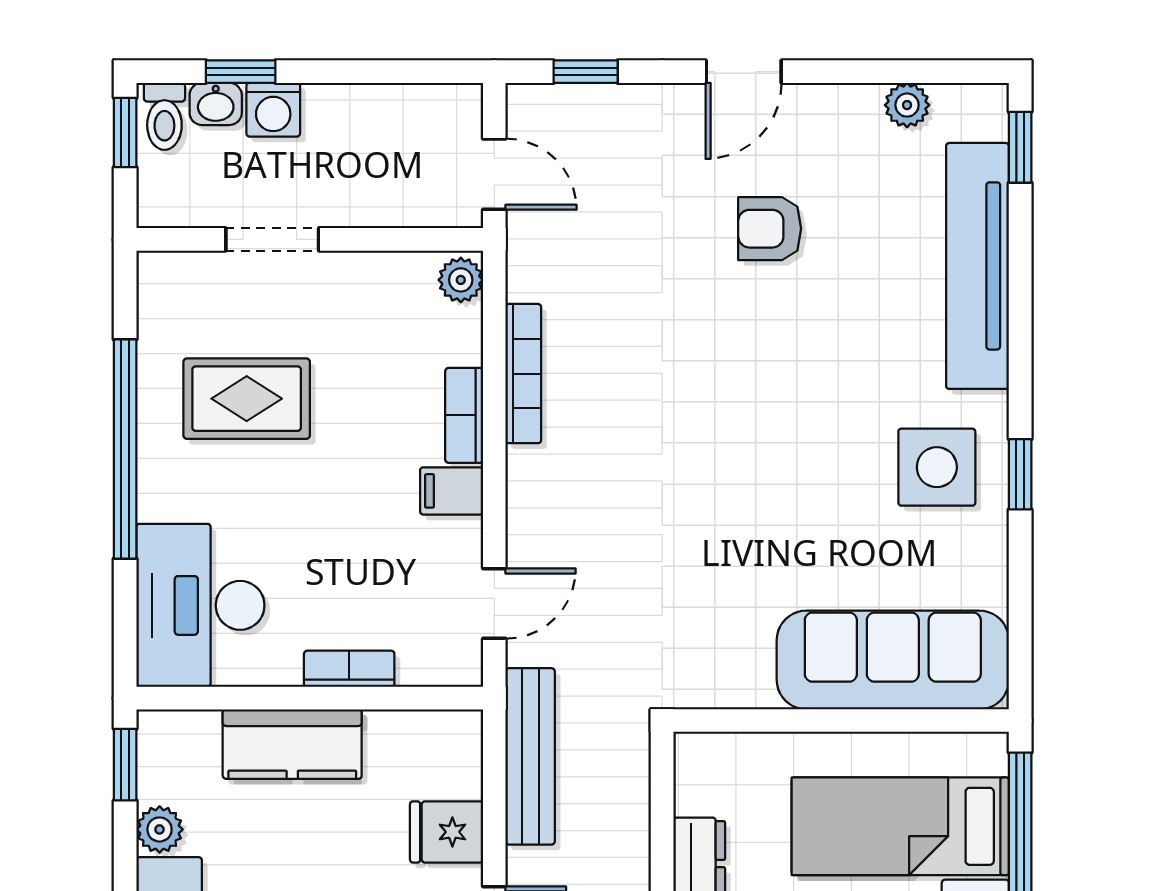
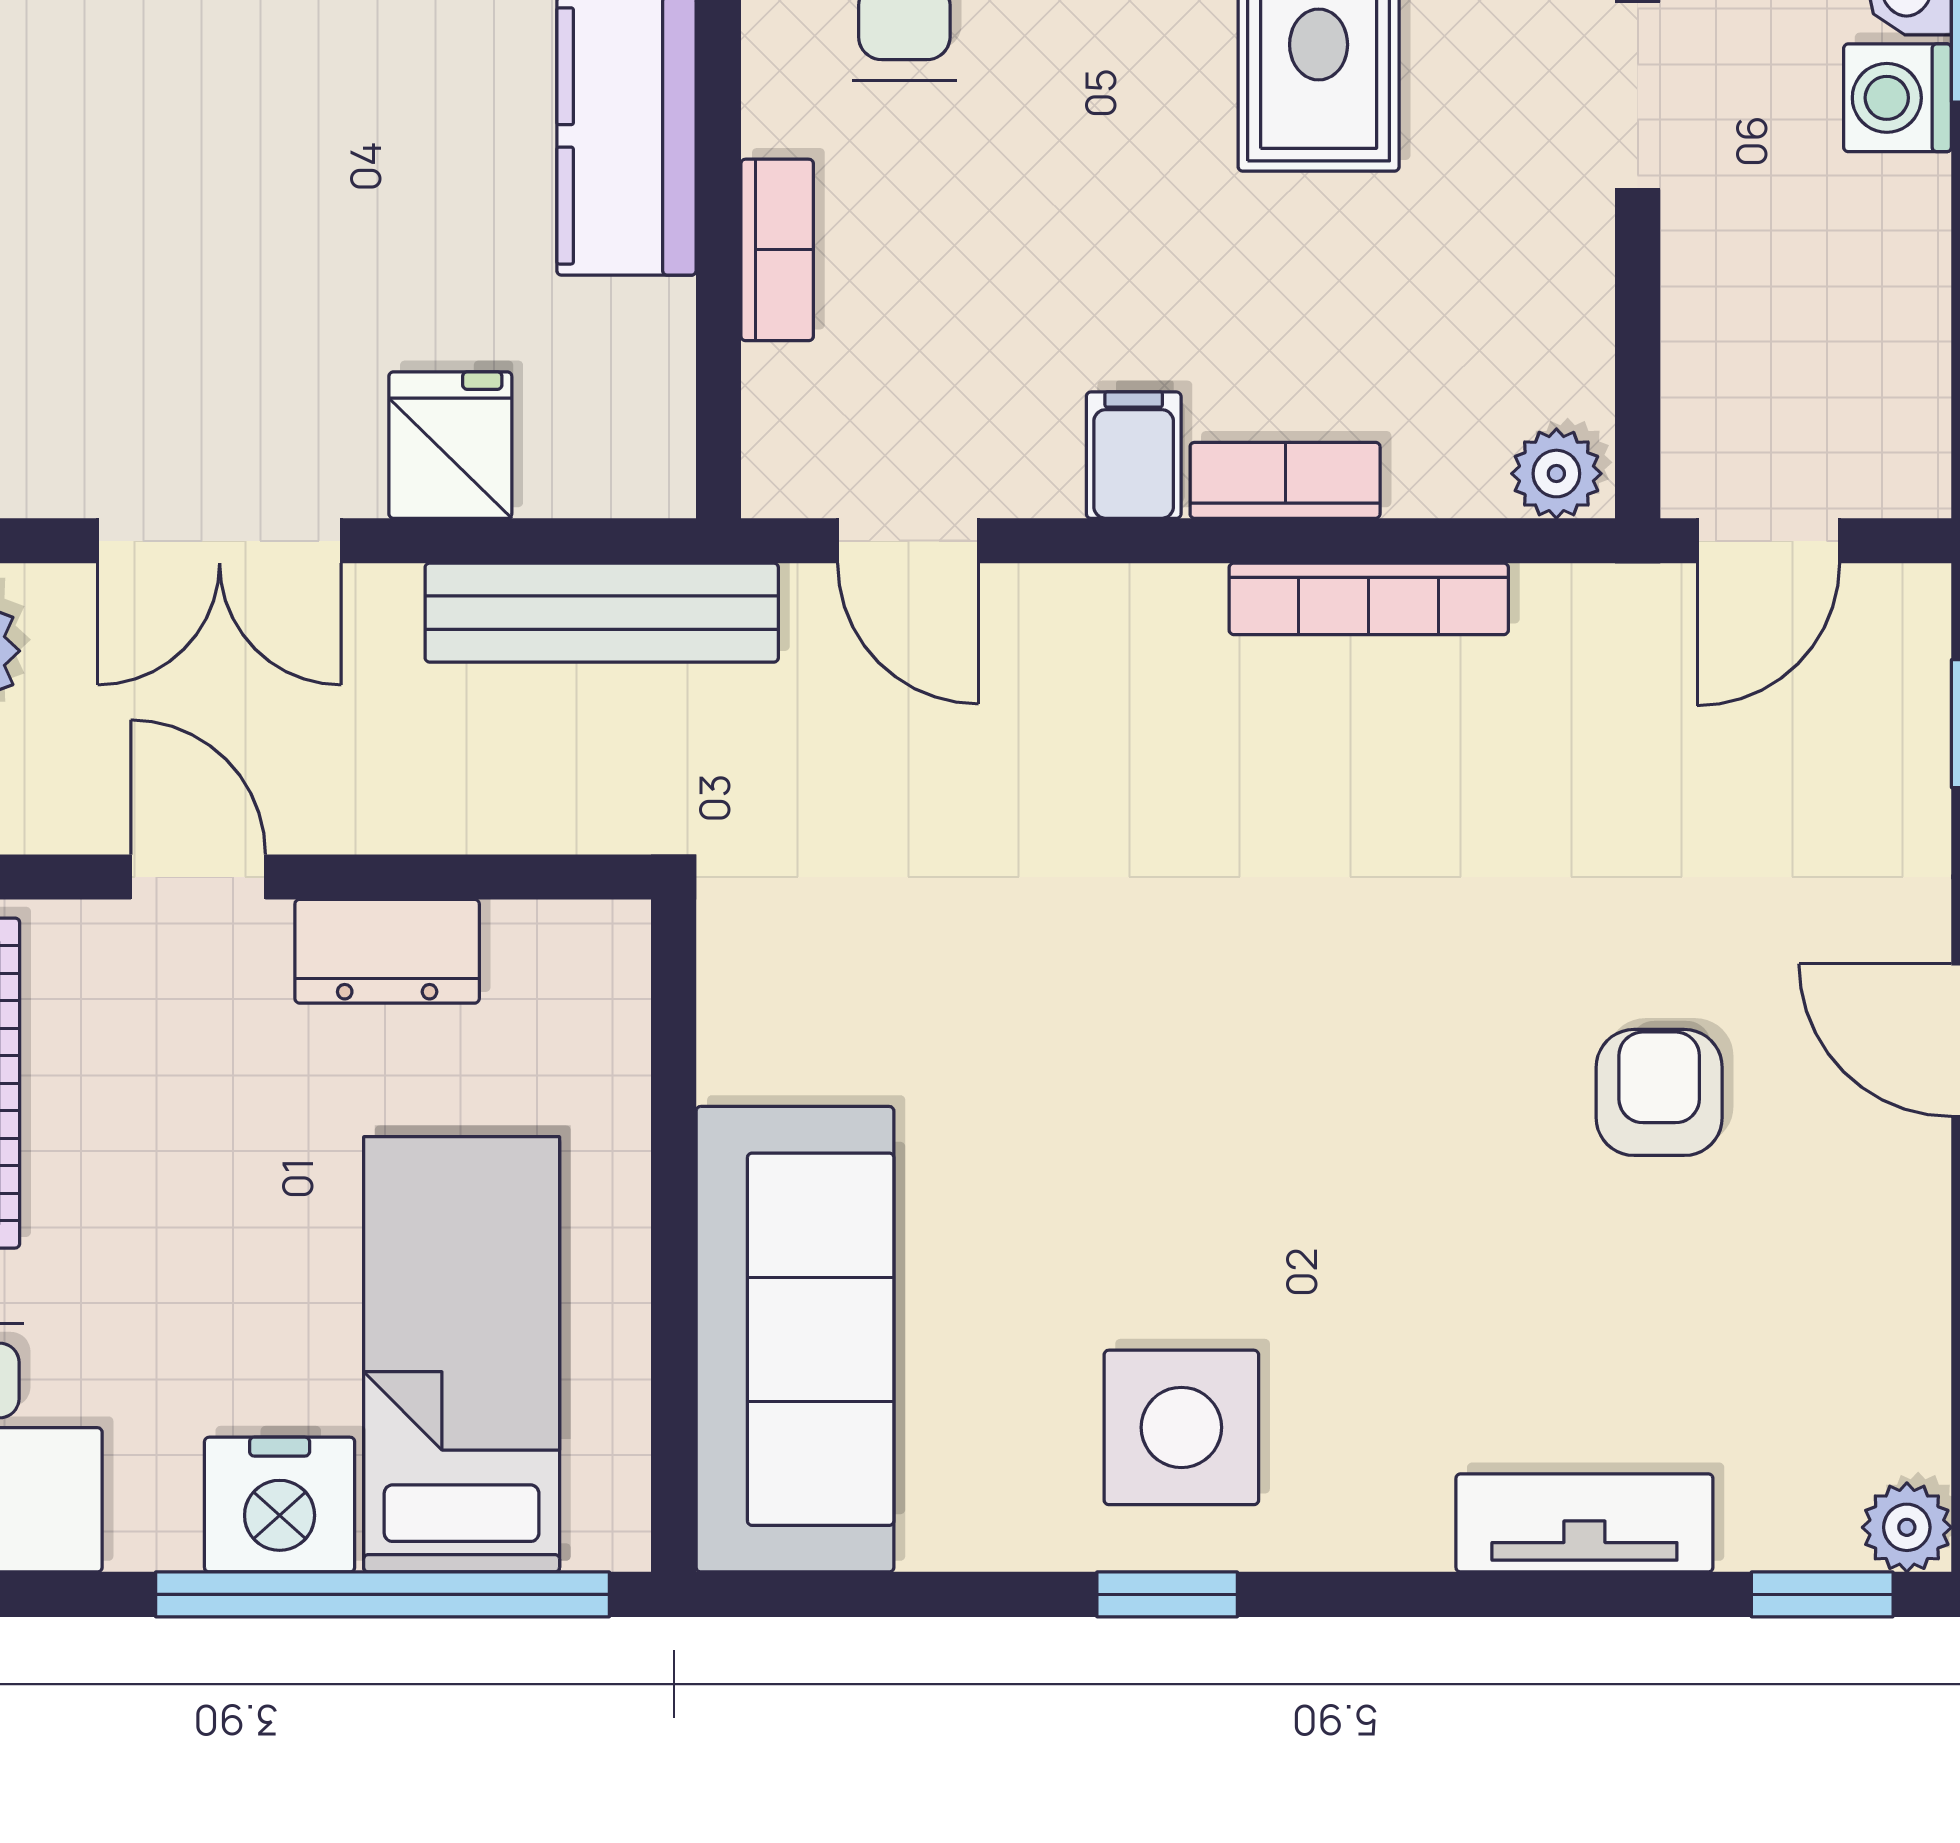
plant: (907, 105) -> (1907, 1527), moved
tv unit: (977, 266) -> (1584, 1523), width x0.52, depth x0.78

